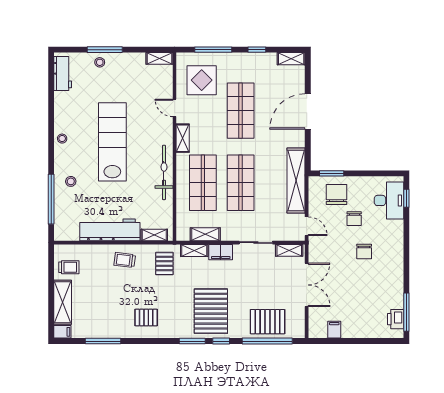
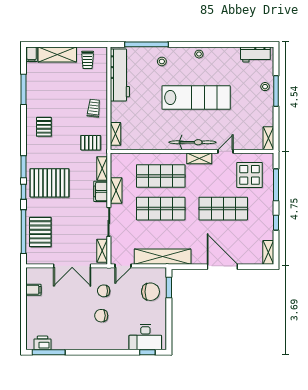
bicycle: (164, 172) -> (192, 142), moved
chair: (354, 219) -> (104, 291), moved
workbench: (110, 230) -> (120, 75), moved
shelving: (205, 234) -> (116, 191), moved

